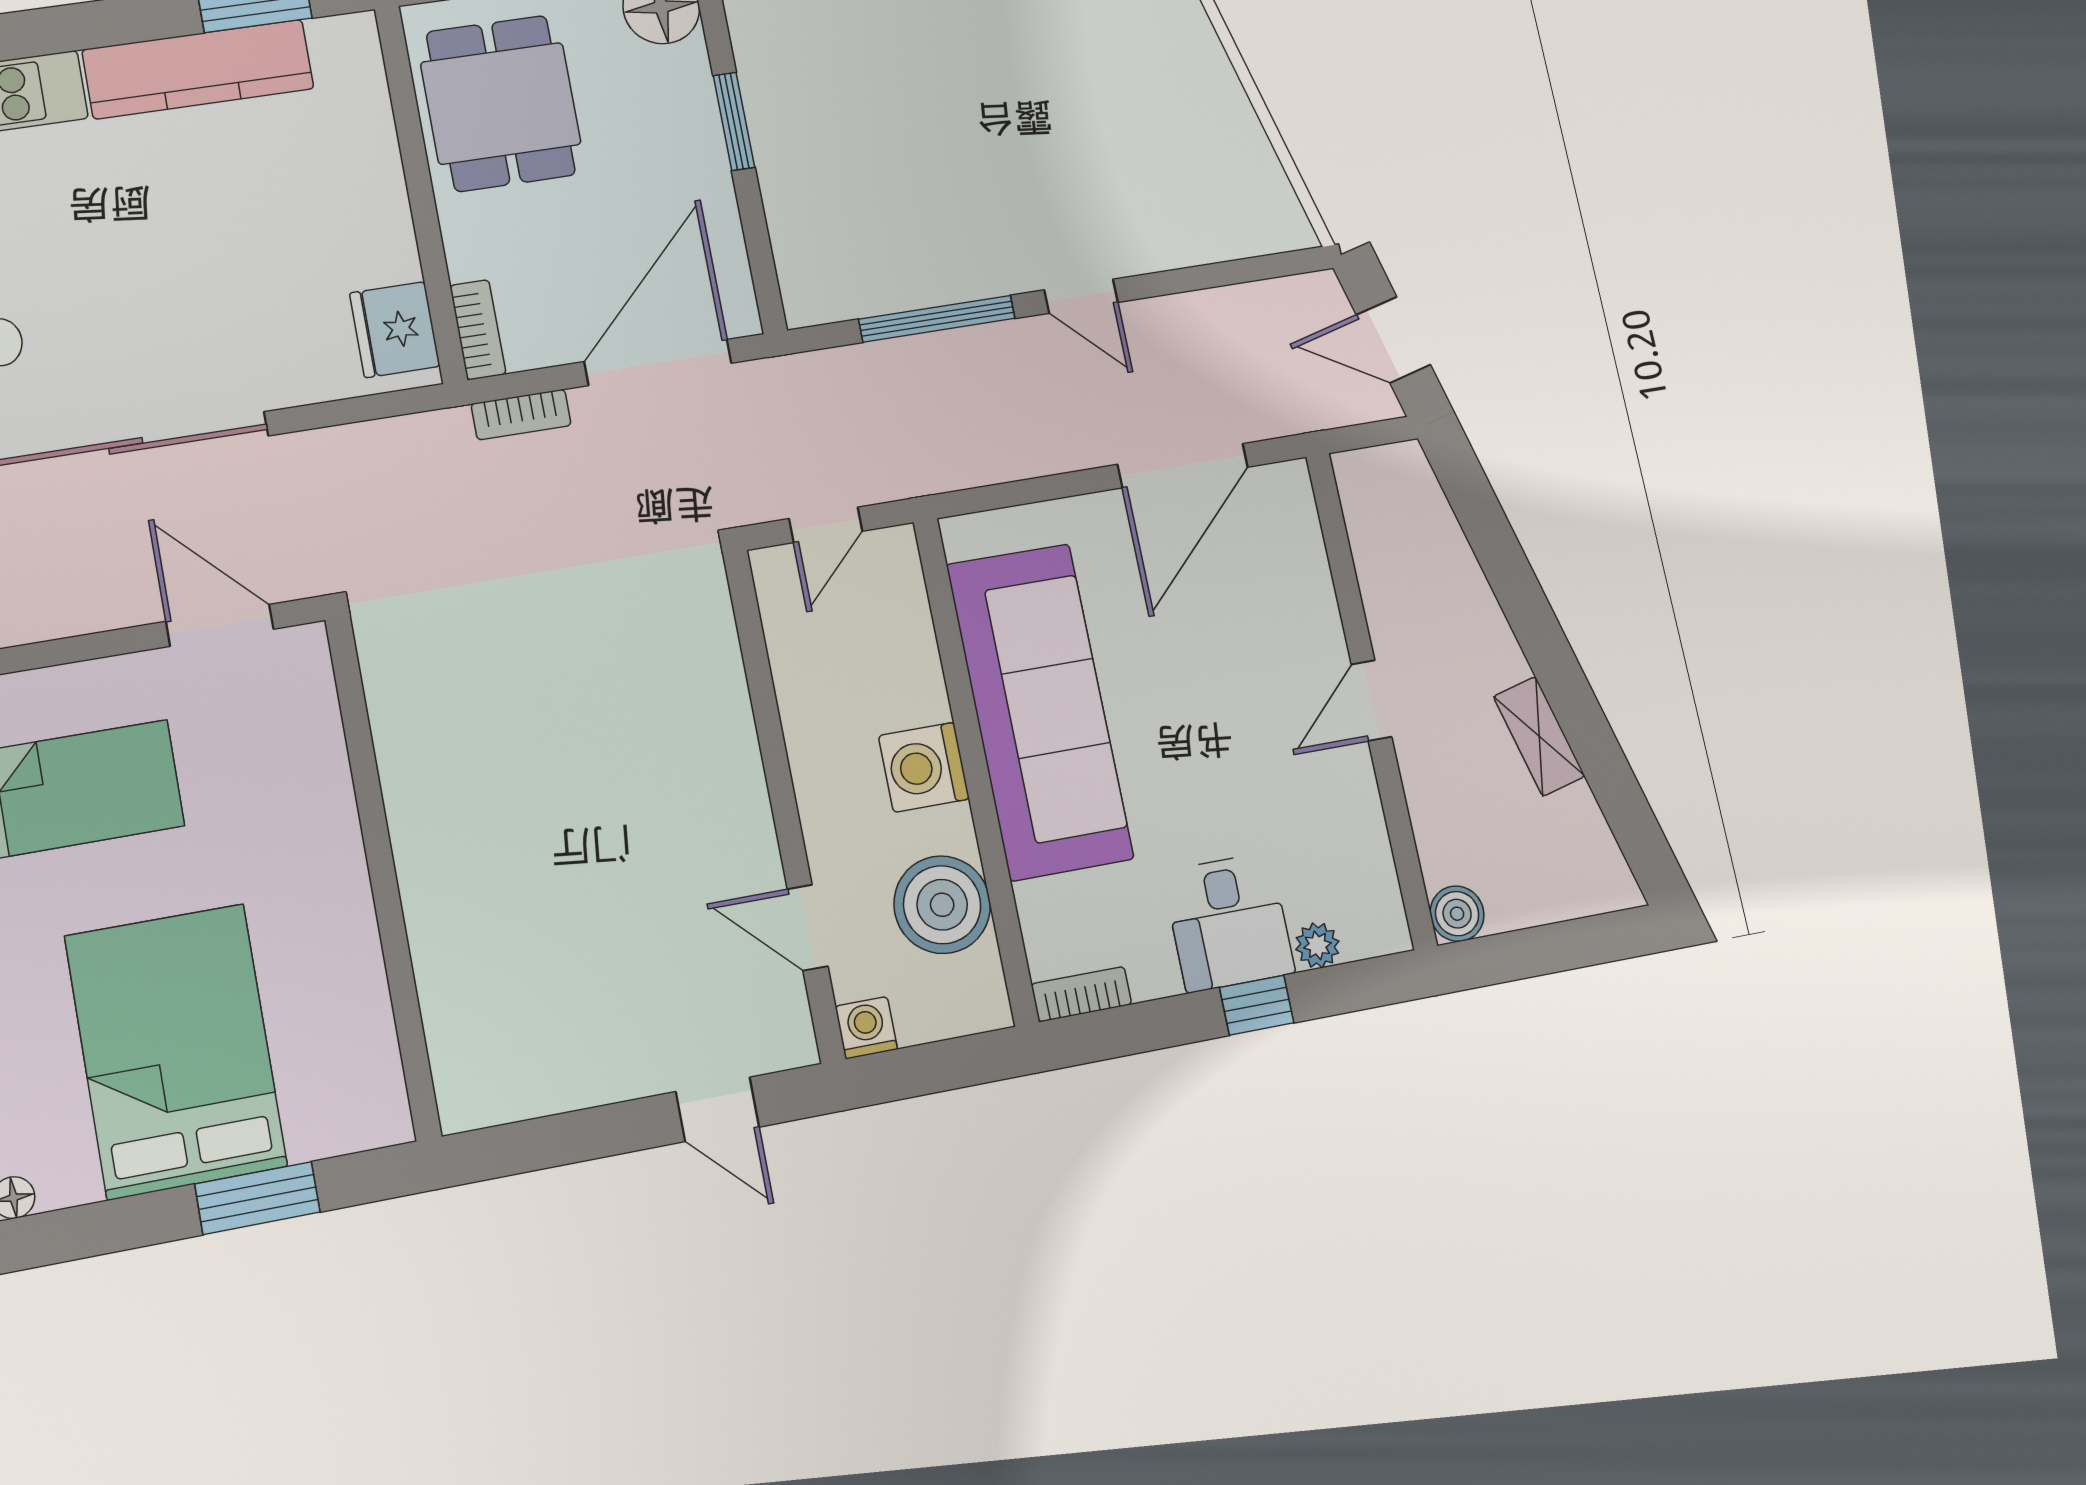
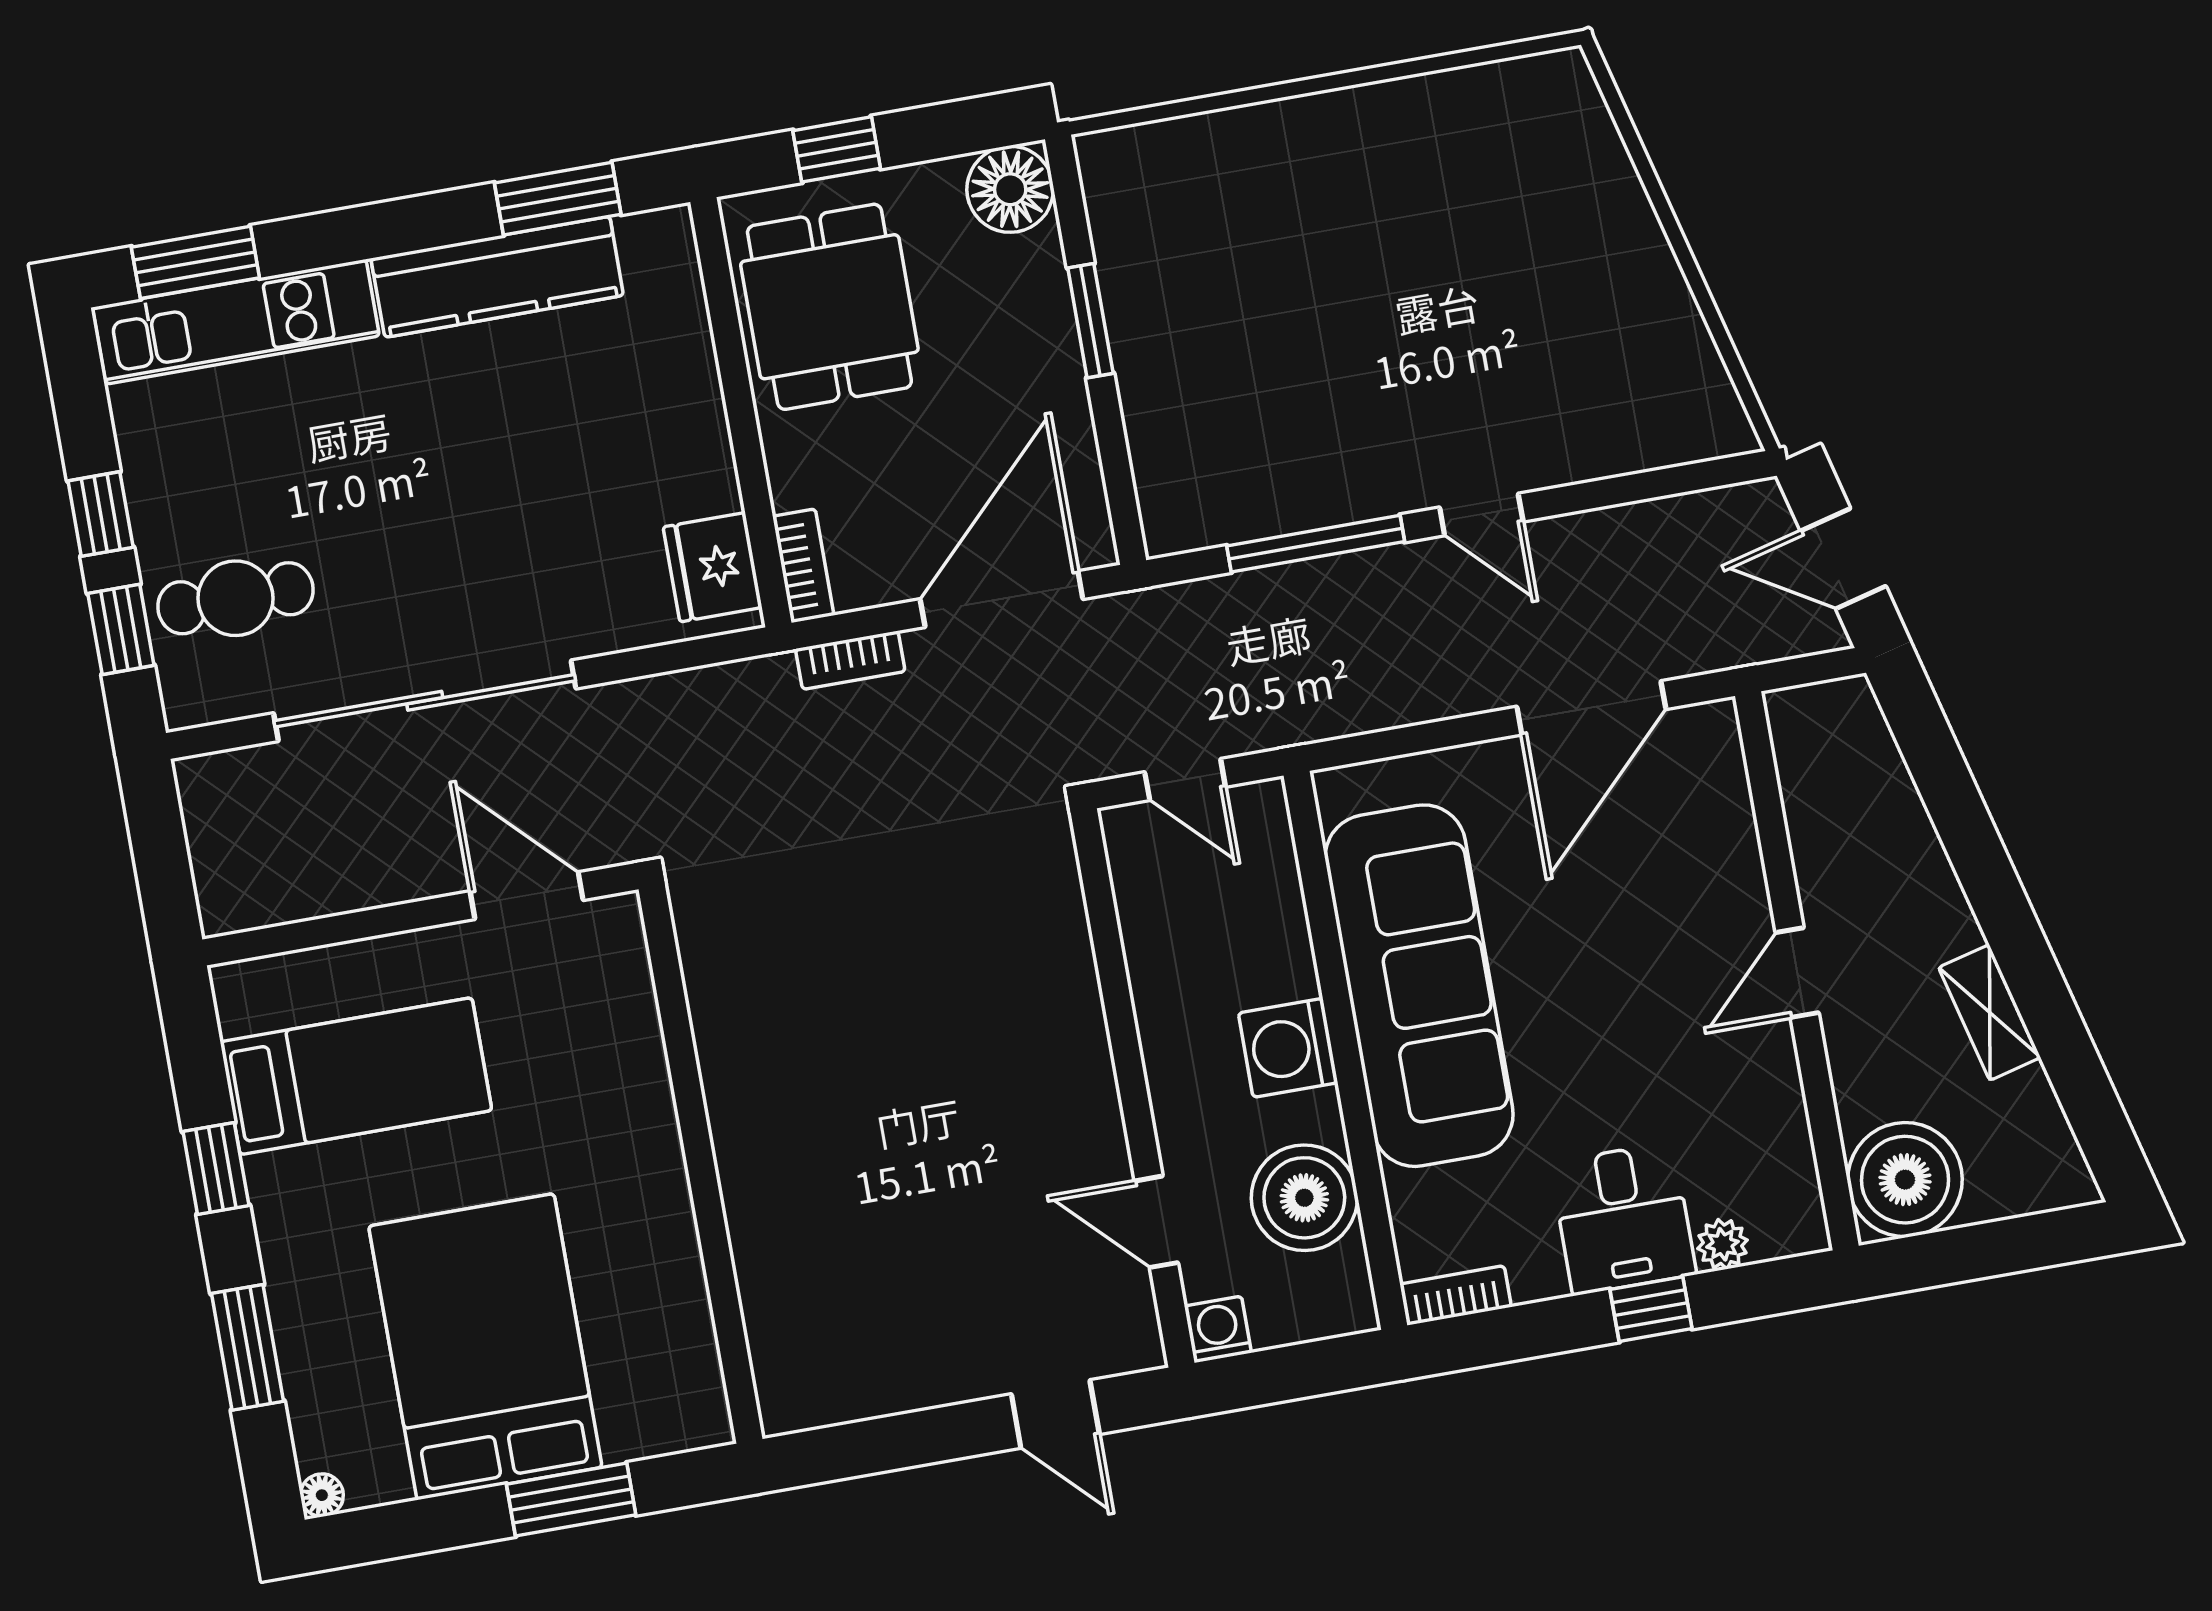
door: (826, 525) -> (1185, 779), hinge flipped
boiler: (1457, 914) -> (1905, 1180), width x1.86, depth x1.86

